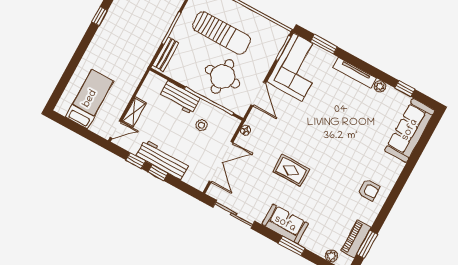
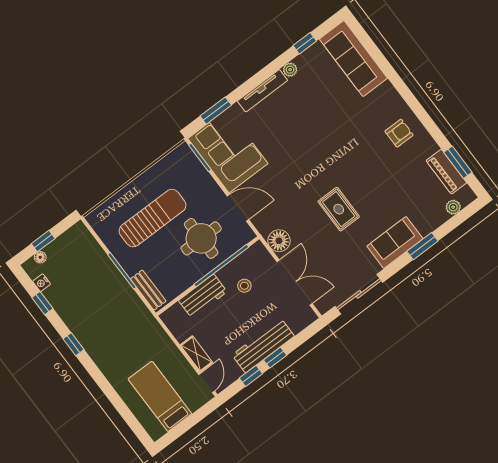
floor lamp: (245, 130) -> (279, 241), width x1.89, depth x1.89
rug: (291, 170) -> (339, 209), turned 90

